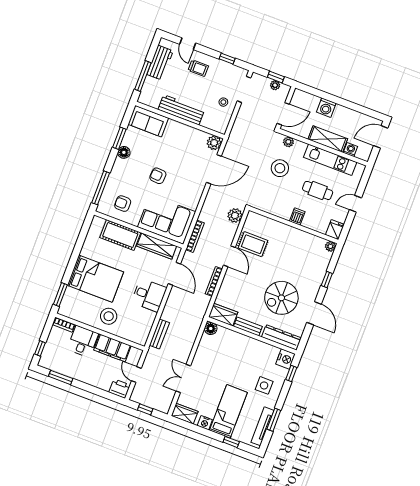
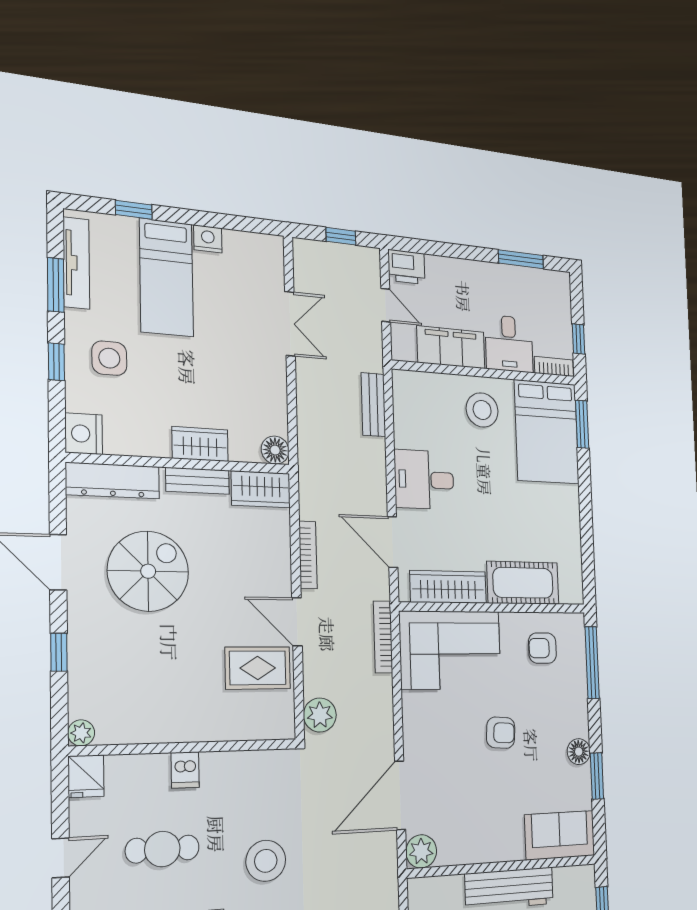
armchair: (123, 204) -> (542, 648), turned 180
bed: (95, 279) -> (547, 432), moved, turned -90
window: (40, 348) -> (579, 339), moved
window: (291, 374) -> (56, 362), moved
wardrobe: (185, 414) -> (200, 444), moved, turned 180

